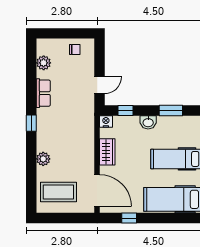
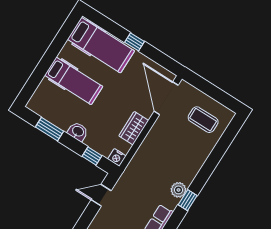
plant: (43, 159) -> (178, 190), moved
coffee table: (58, 192) -> (203, 120), width x0.73, depth x0.76
window: (129, 218) -> (134, 42), moved

